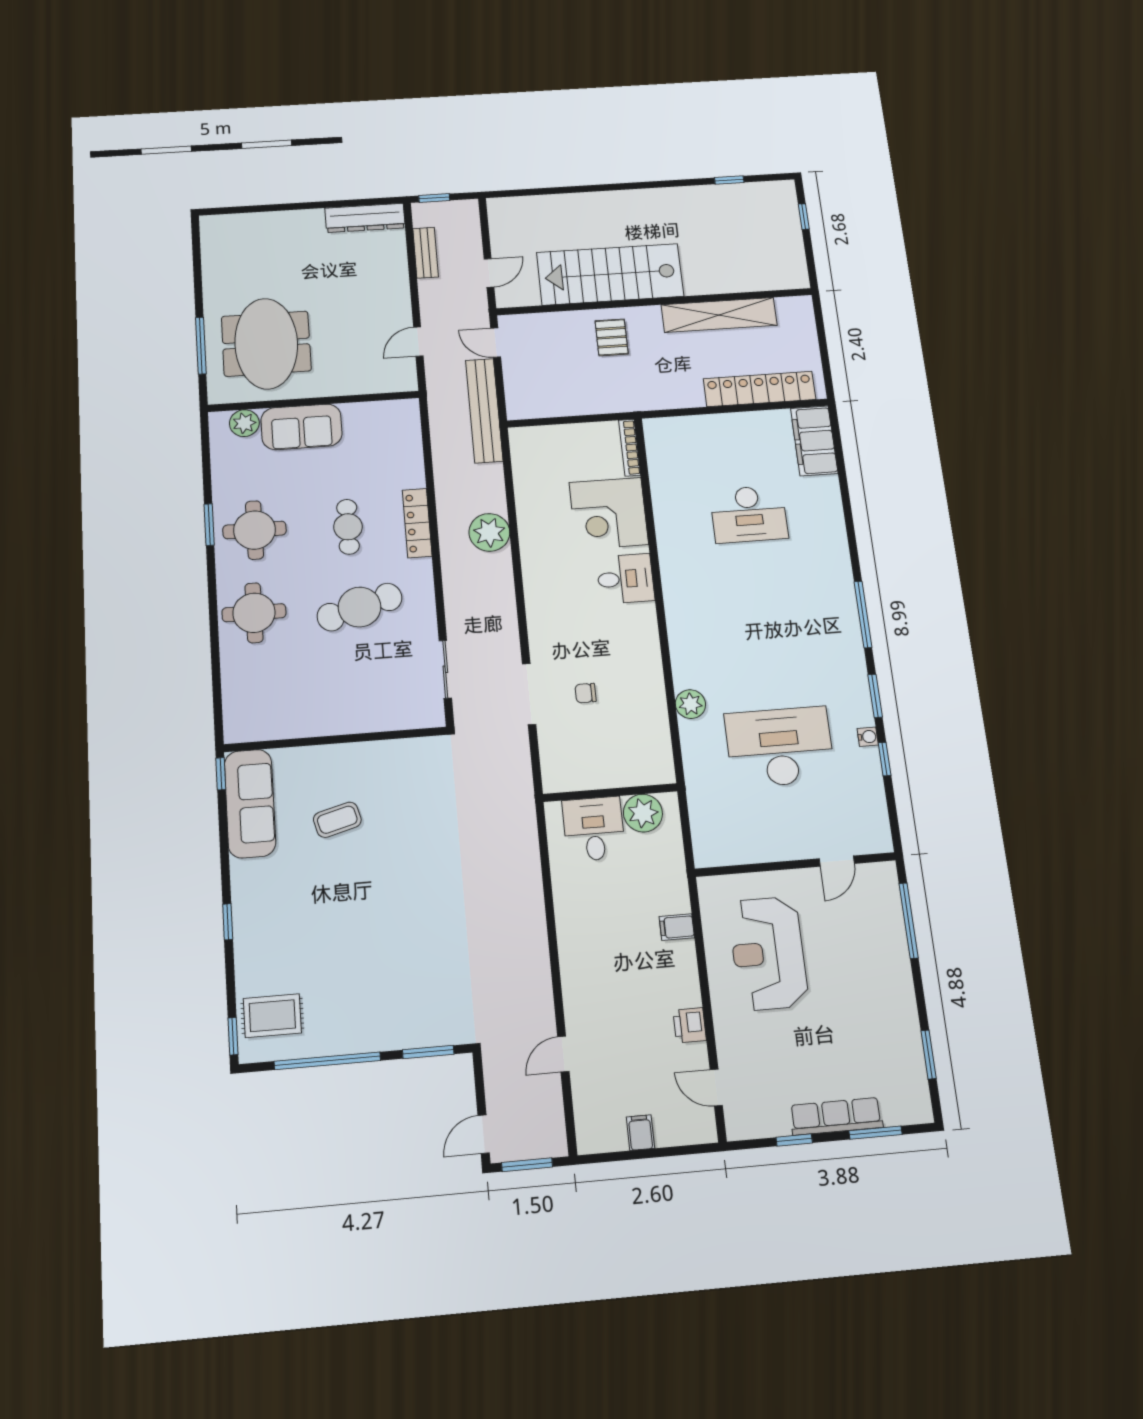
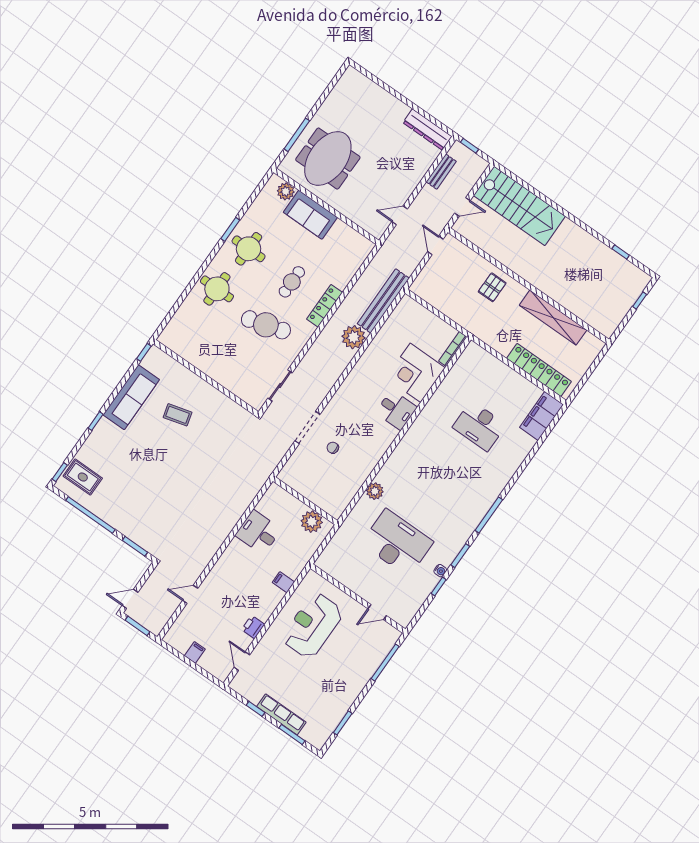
stairs: (610, 274) -> (519, 206), moved, turned 180
bench: (484, 411) -> (383, 301), moved
sofa: (250, 803) -> (131, 397), moved
desk: (594, 829) -> (258, 532), moved, turned -90

